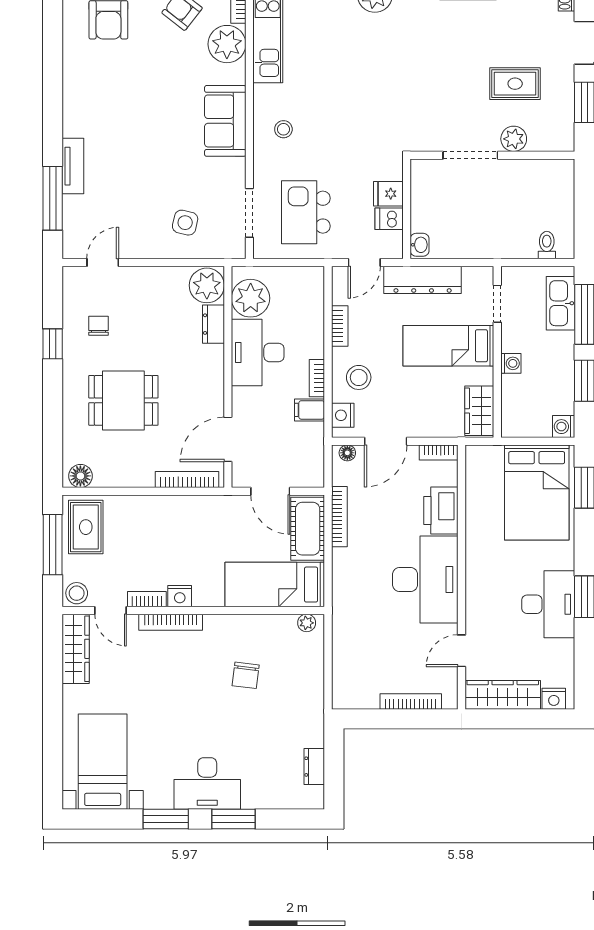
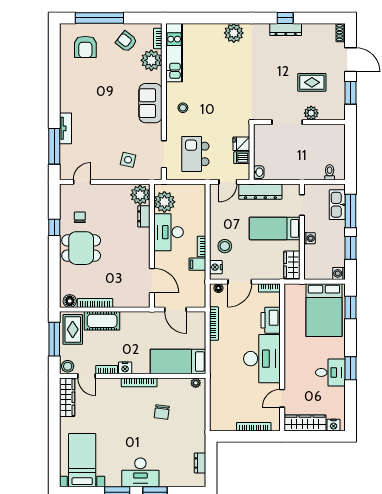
bookcase: (340, 326) -> (214, 217), removed
dining table: (123, 400) -> (81, 248), moved
door: (228, 439) -> (152, 281), swing flipped
bookcase: (187, 480) -> (95, 303), moved
cot: (308, 529) -> (102, 321), moved, turned 90
desk: (548, 604) -> (330, 372), width x0.73
bookcase: (171, 622) -> (139, 382), moved

